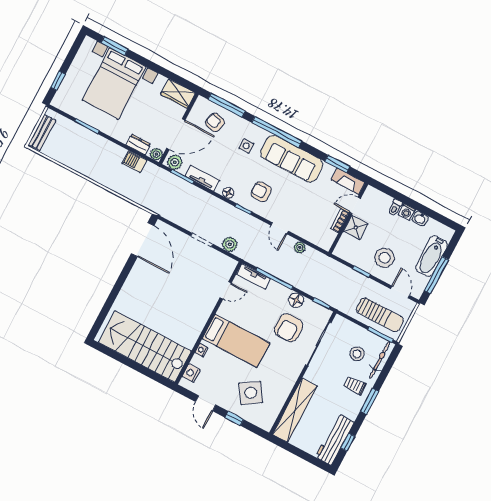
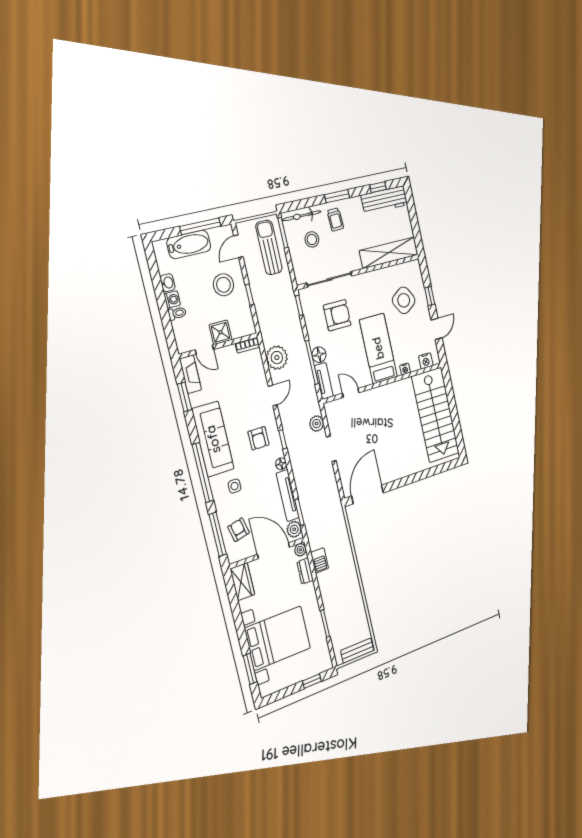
armchair: (215, 122) -> (239, 530), turned 153
tv unit: (202, 178) -> (288, 495), width x1.41
bookcase: (340, 221) -> (248, 345), moved
plant: (300, 247) -> (277, 358), width x1.88, depth x1.88
floor lamp: (296, 300) -> (319, 355), moved

